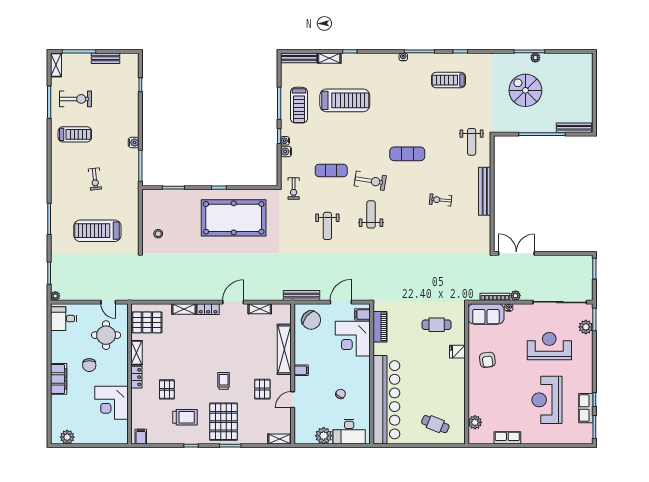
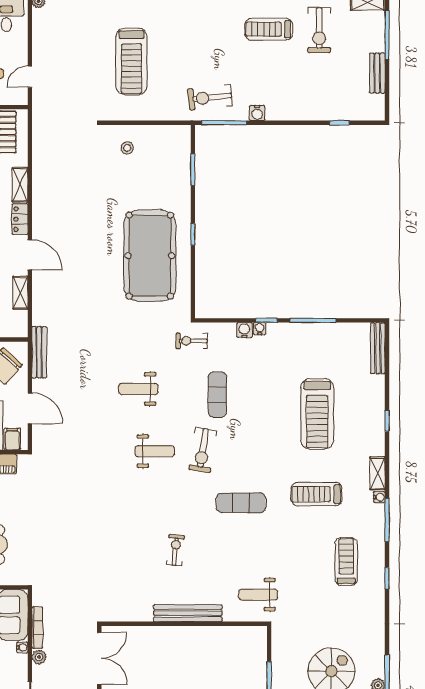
shelving: (329, 58) -> (377, 473), moved
treadmill: (299, 105) -> (317, 494), moved
treadmill: (75, 134) -> (269, 29), turned 90
exercise mat: (407, 154) -> (241, 503), turned 90
exercise bike: (95, 179) -> (210, 97), moved, width x1.38, depth x1.39
treadmill: (97, 231) -> (131, 61), turned 180

